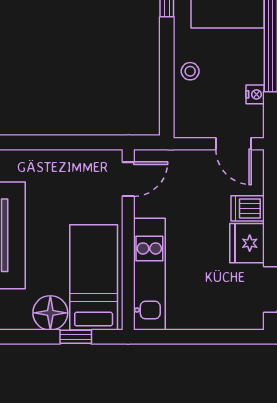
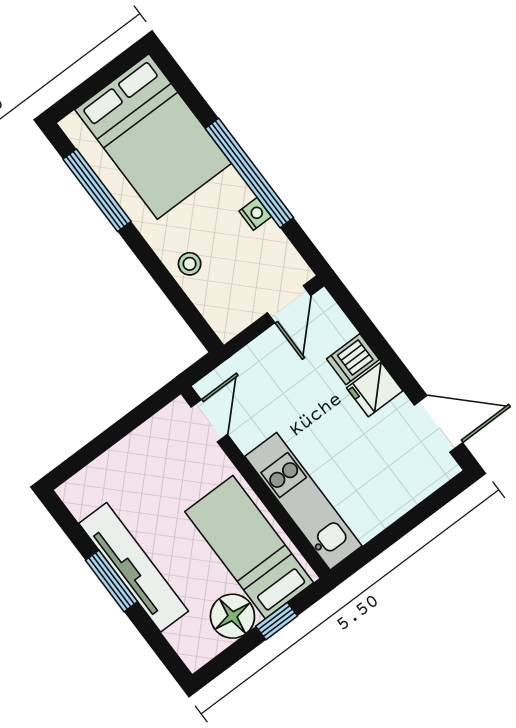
nightstand: (255, 94) -> (255, 214), moved
door: (234, 144) -> (289, 304), hinge flipped
fridge: (247, 243) -> (375, 389), width x0.72

